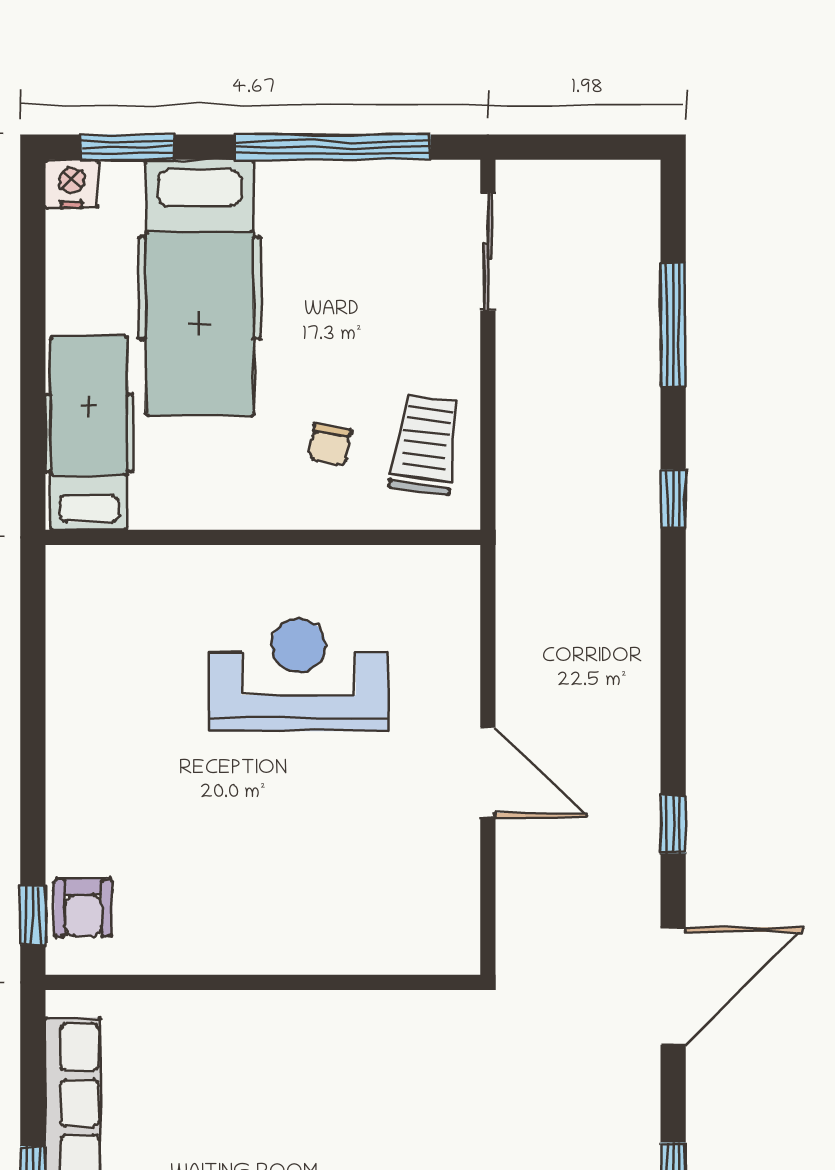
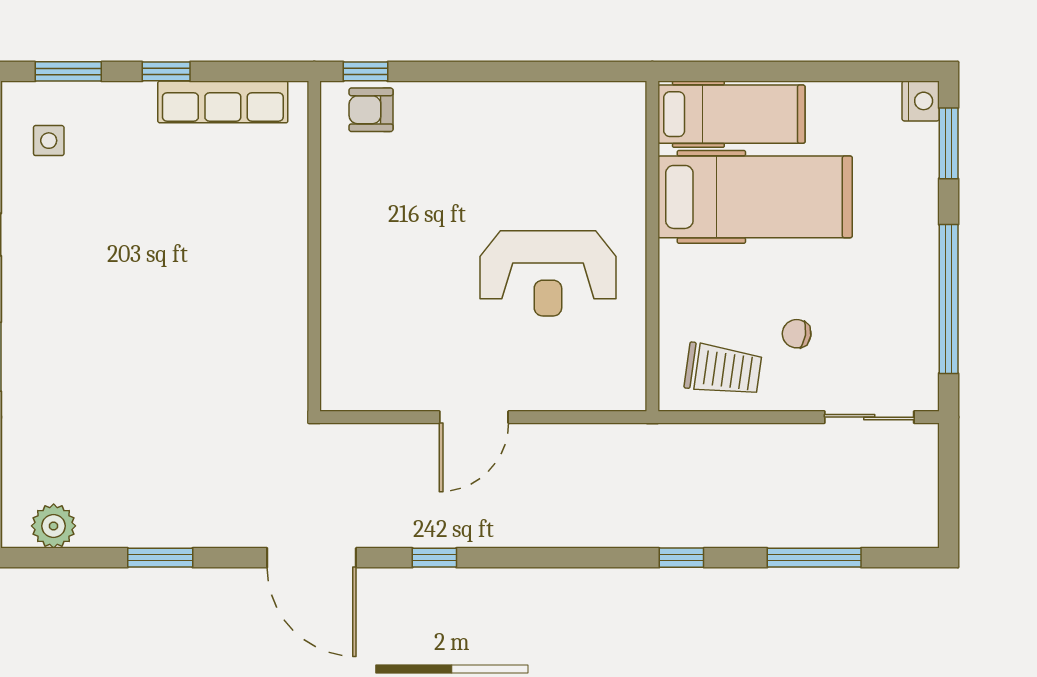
hospital bed: (200, 288) -> (755, 197), moved, turned 180
chair: (330, 445) -> (797, 334), moved
reception desk: (299, 675) -> (548, 273), turned 90

